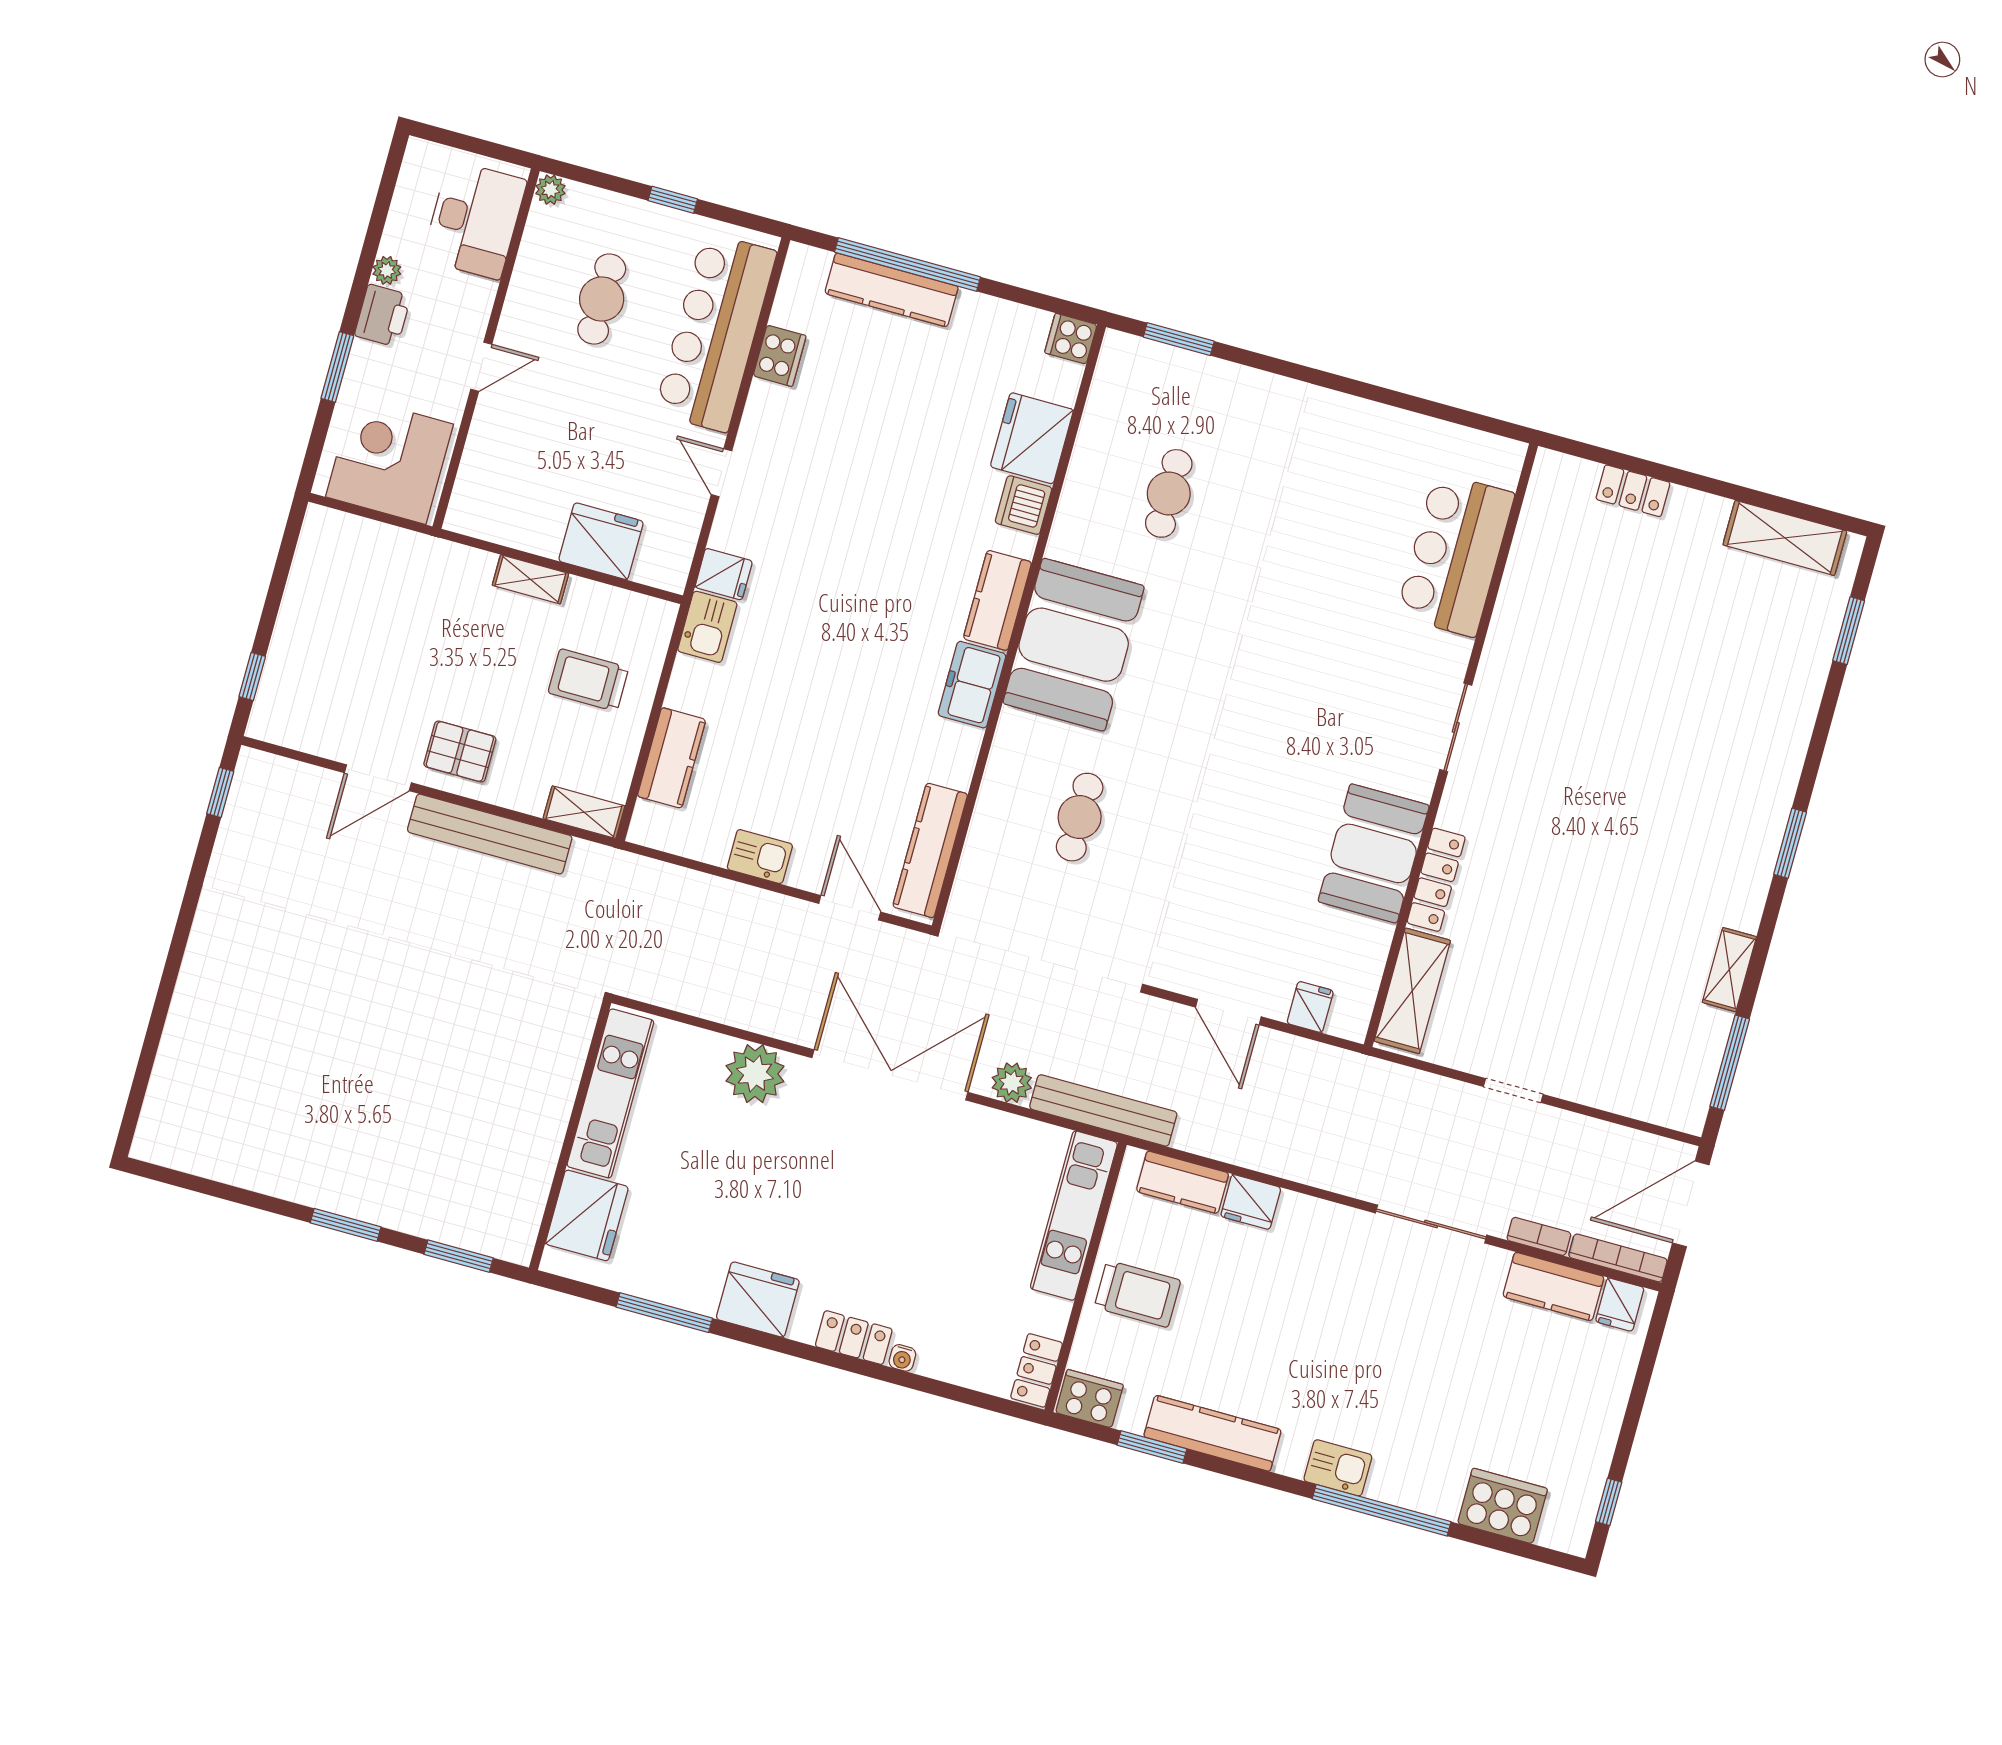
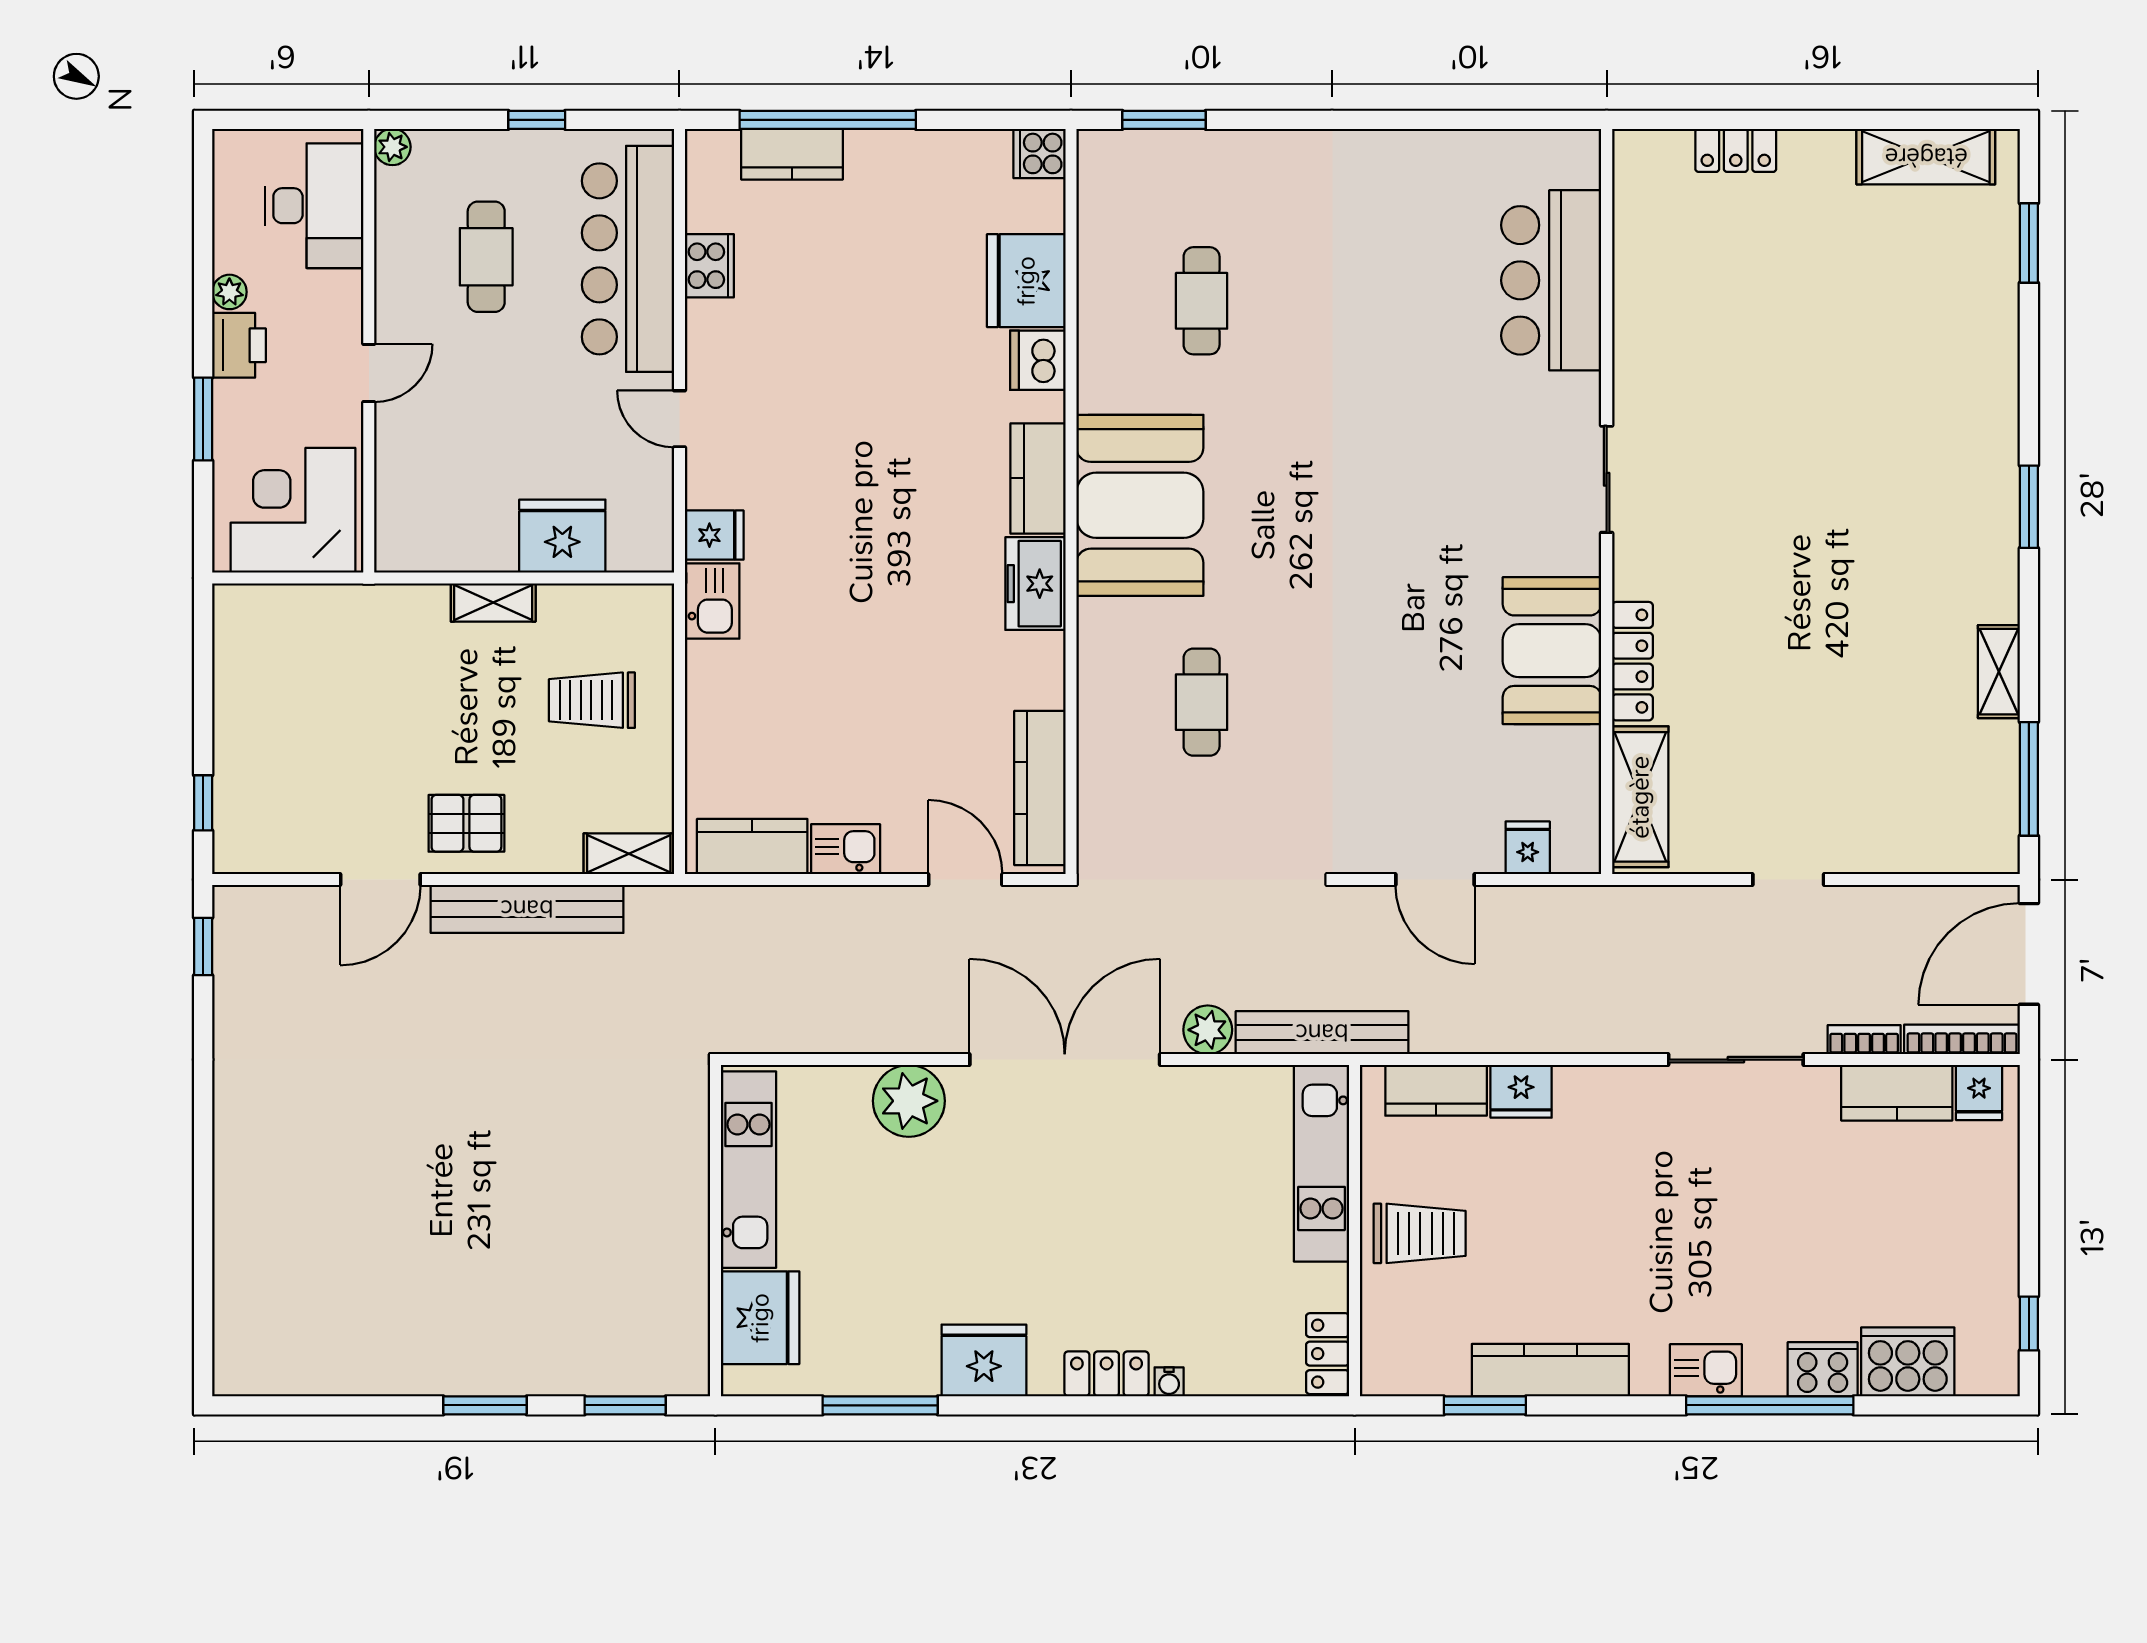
kitchen counter: (892, 290) -> (792, 154), width x0.67
kitchen counter: (672, 758) -> (752, 847), moved, turned -90
cooker: (1089, 1399) -> (1823, 1369), moved

